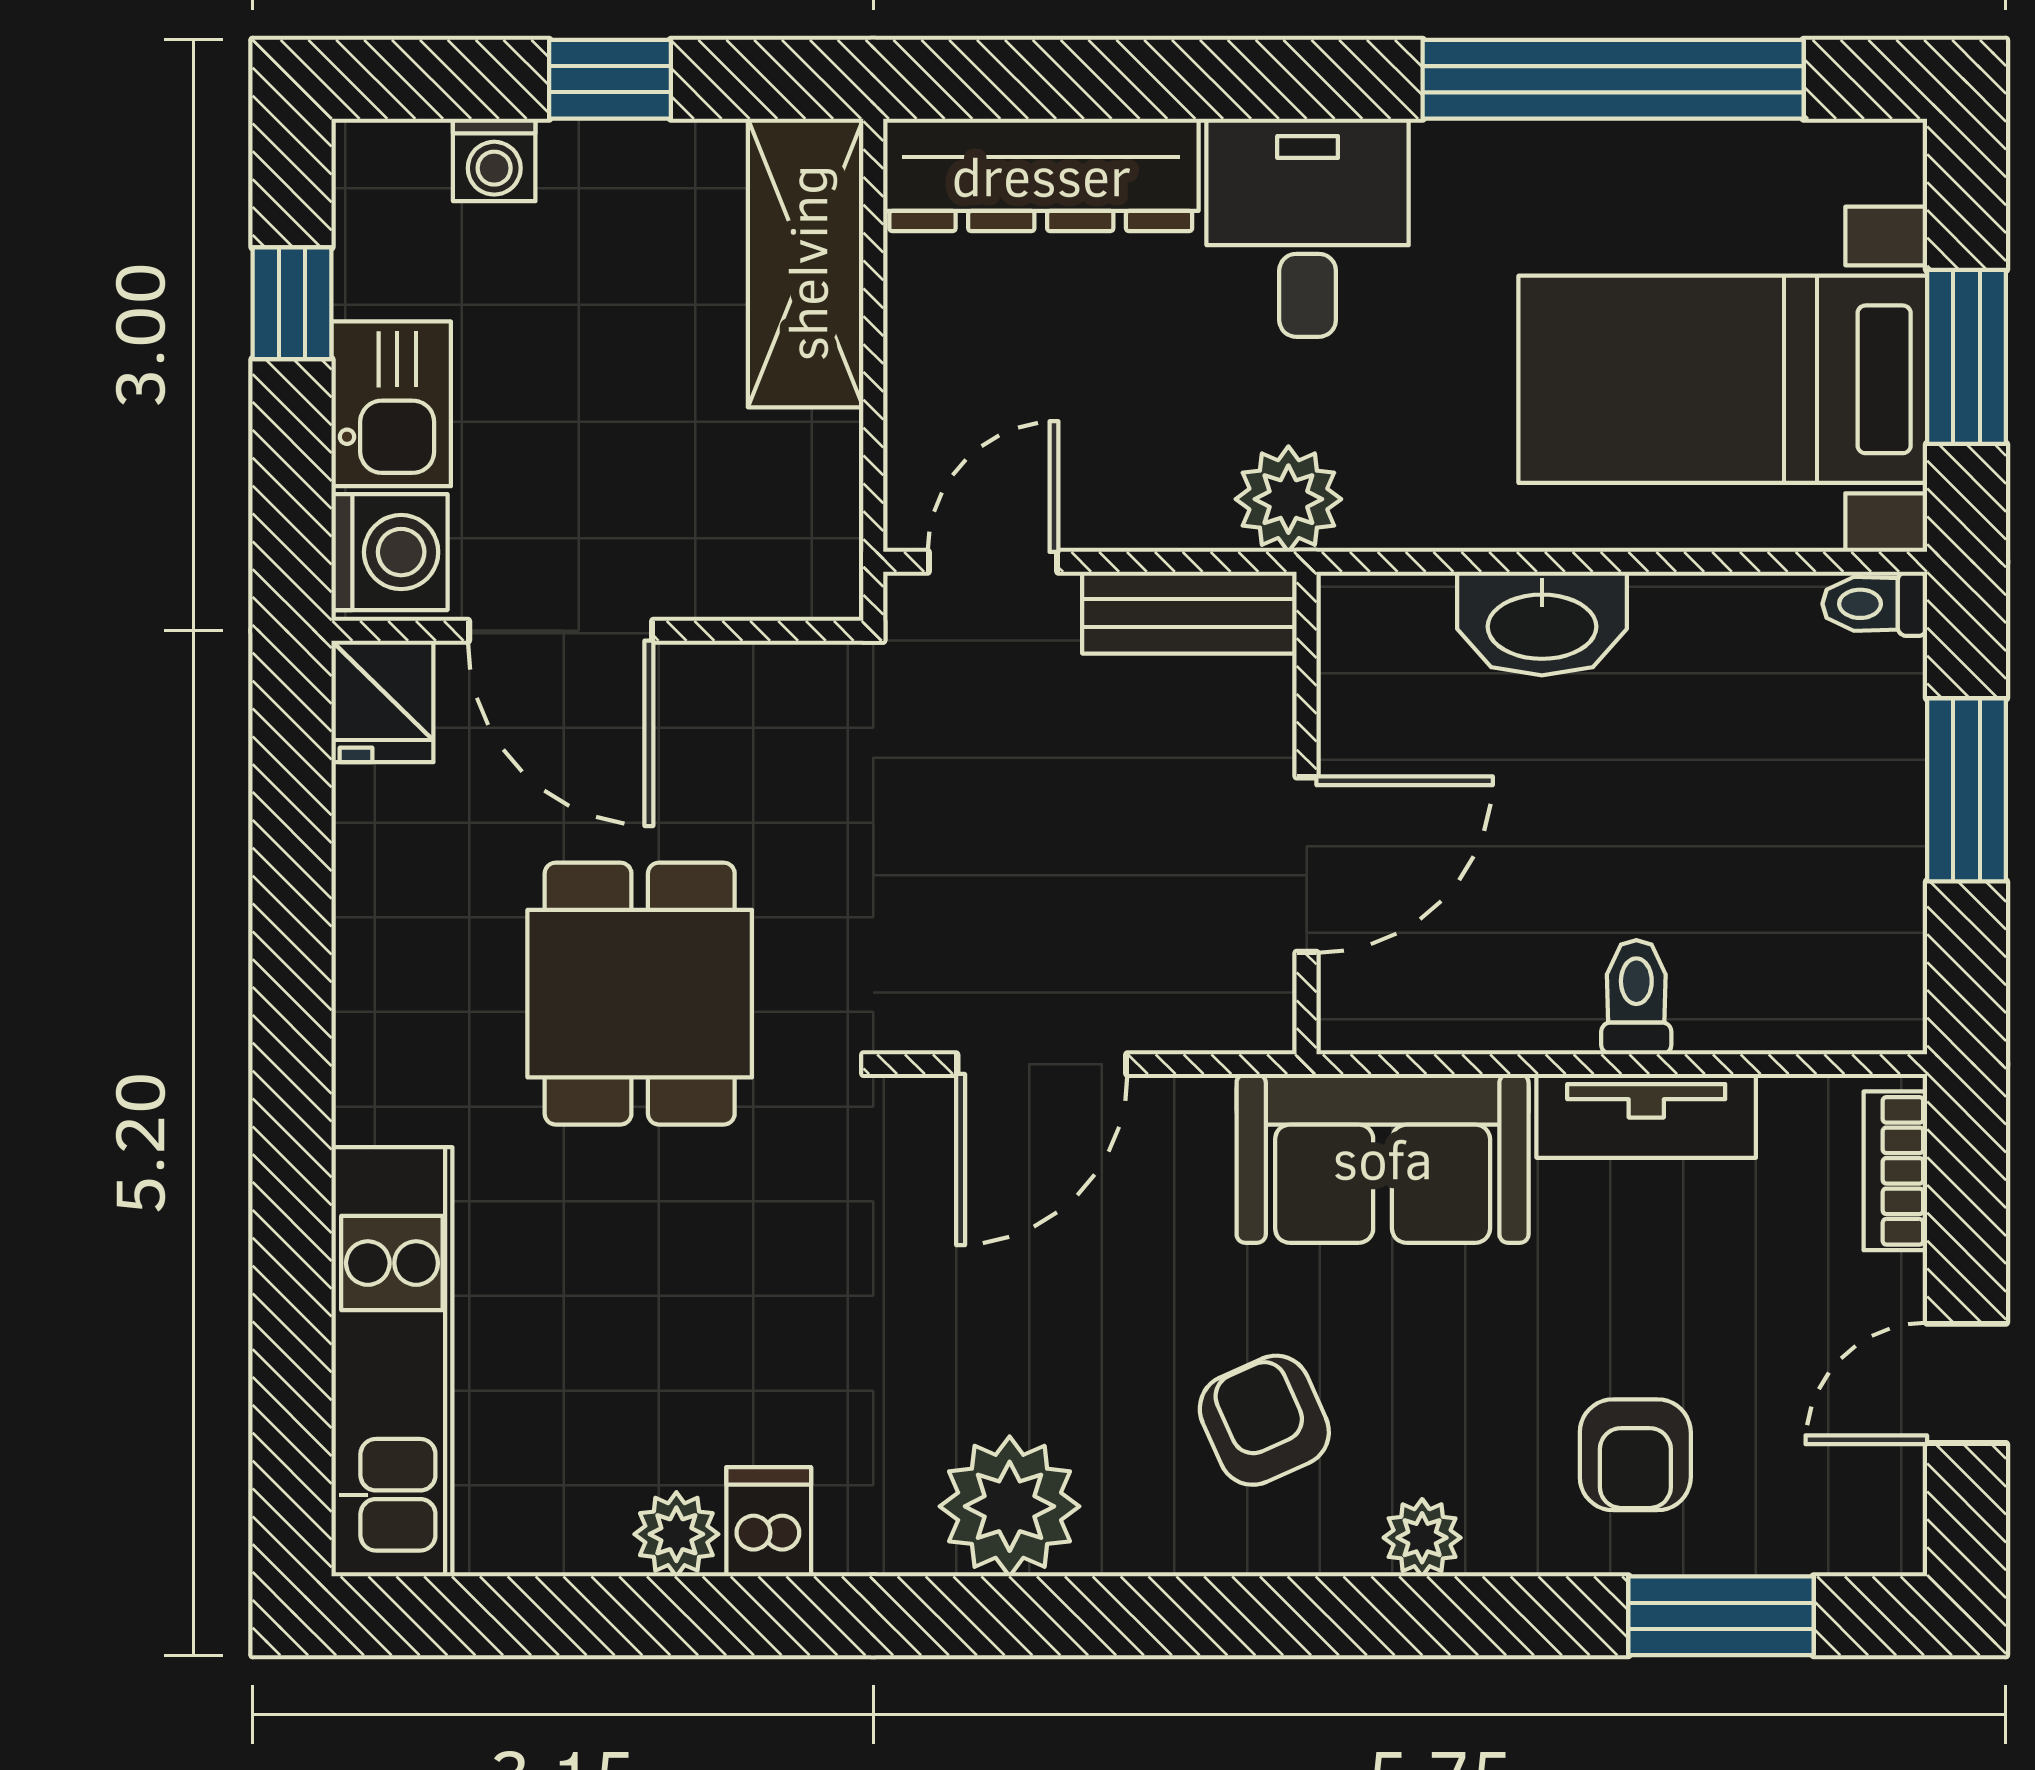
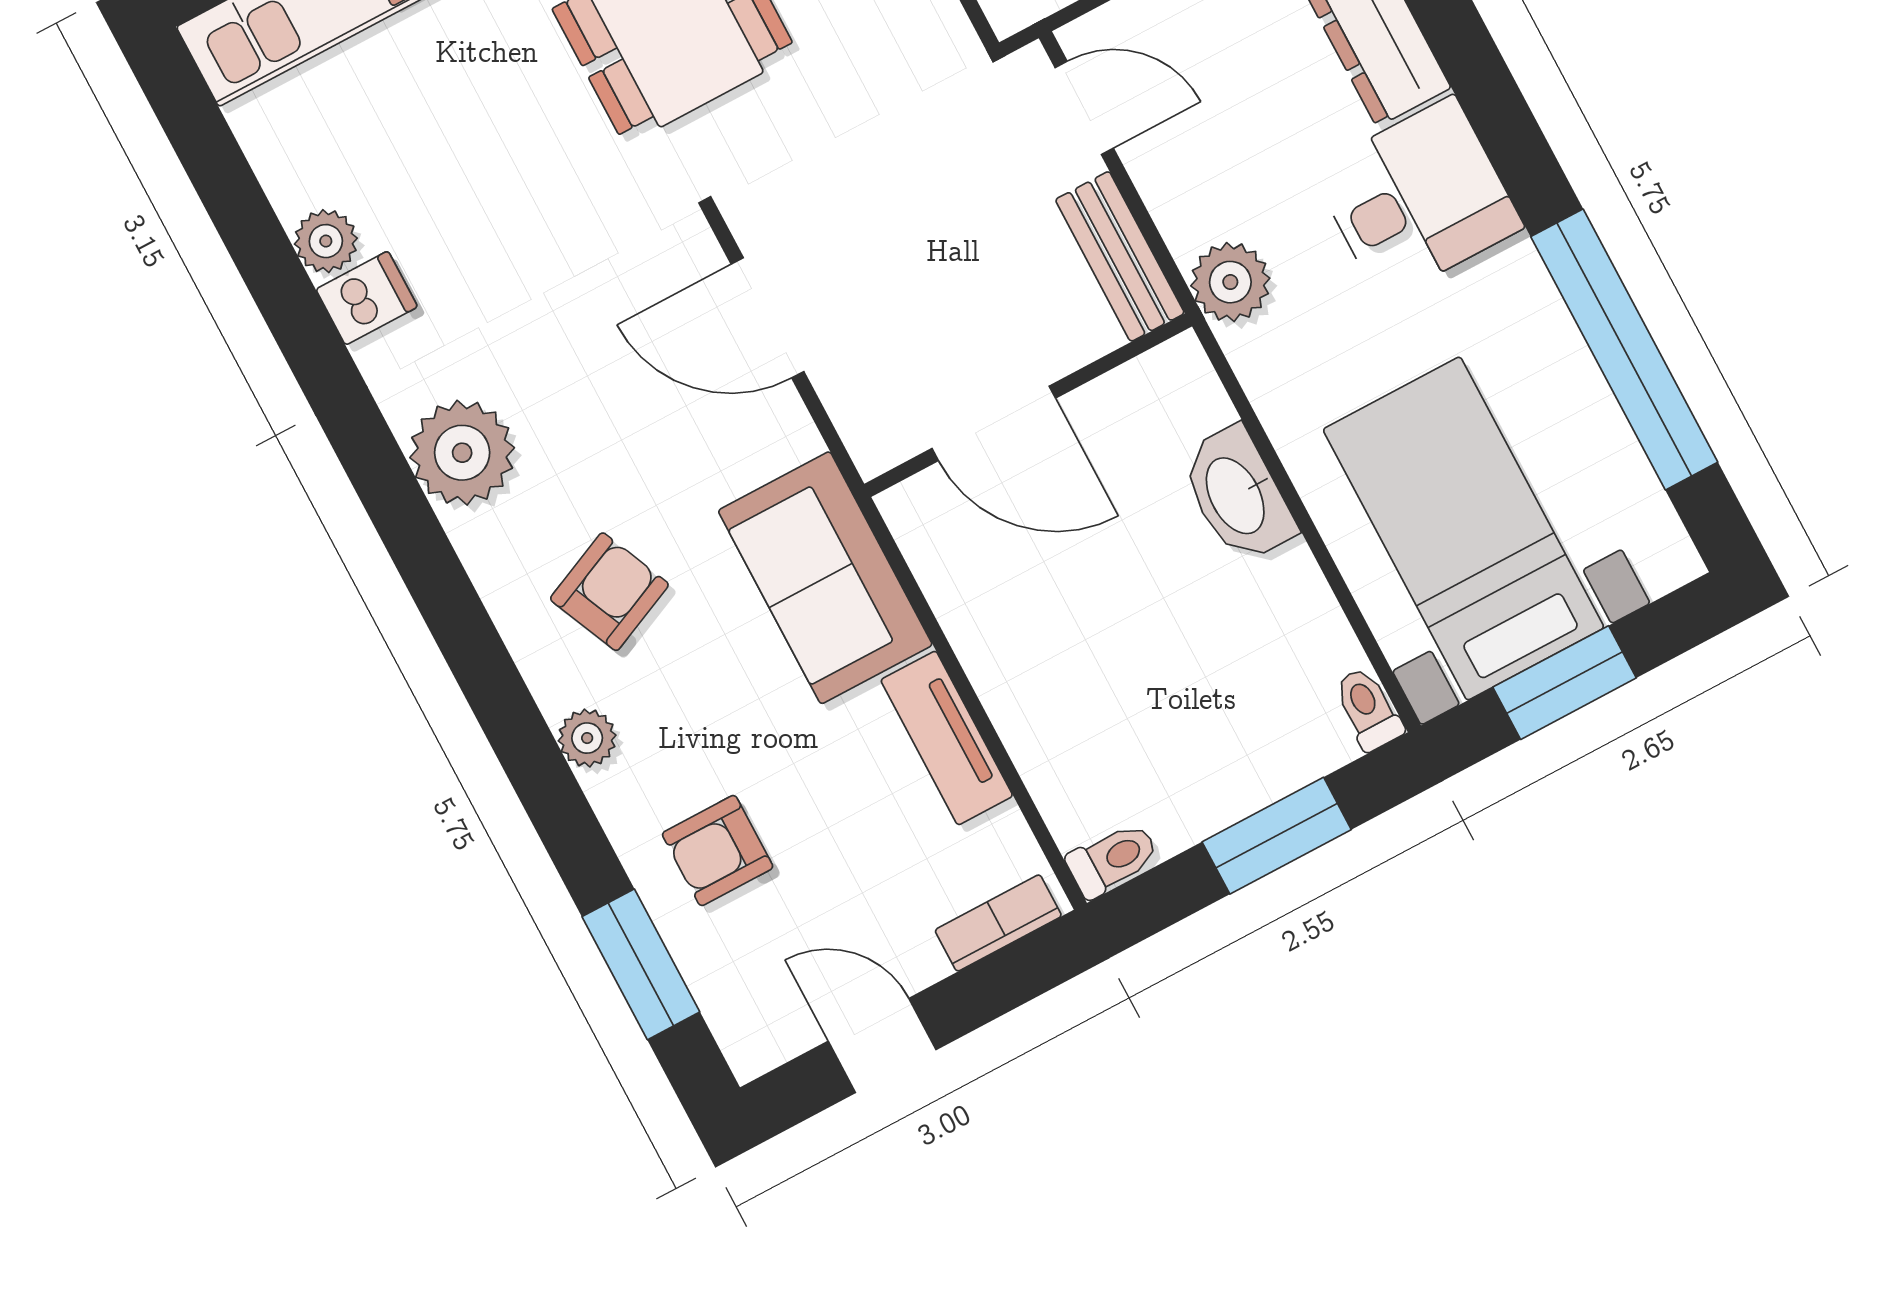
toilet: (1636, 997) -> (1113, 859), moved

